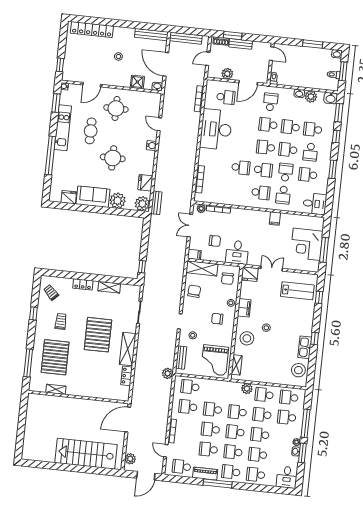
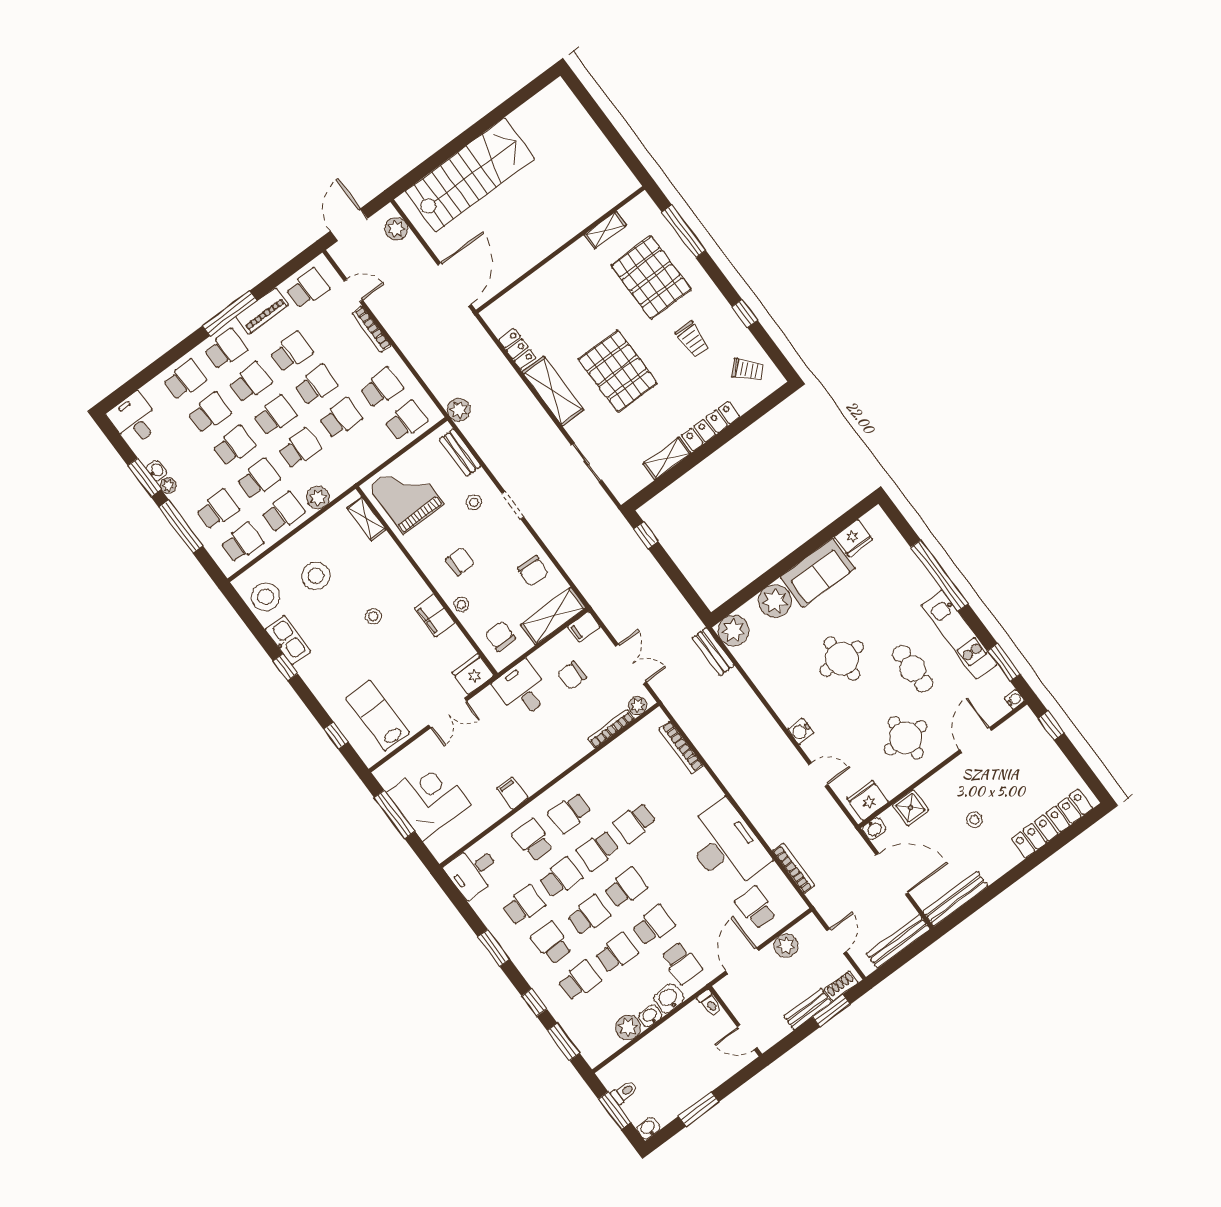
school desk: (226, 97) -> (756, 908), turned 90
washbasin: (331, 98) -> (669, 998), moved
school desk: (286, 172) -> (561, 878), turned -90
fridge: (145, 183) -> (868, 800), moved, turned -90
locker: (83, 284) -> (711, 426), width x1.53
lab bench: (297, 291) -> (378, 715), turned 90
stool: (247, 338) -> (316, 576), moved

